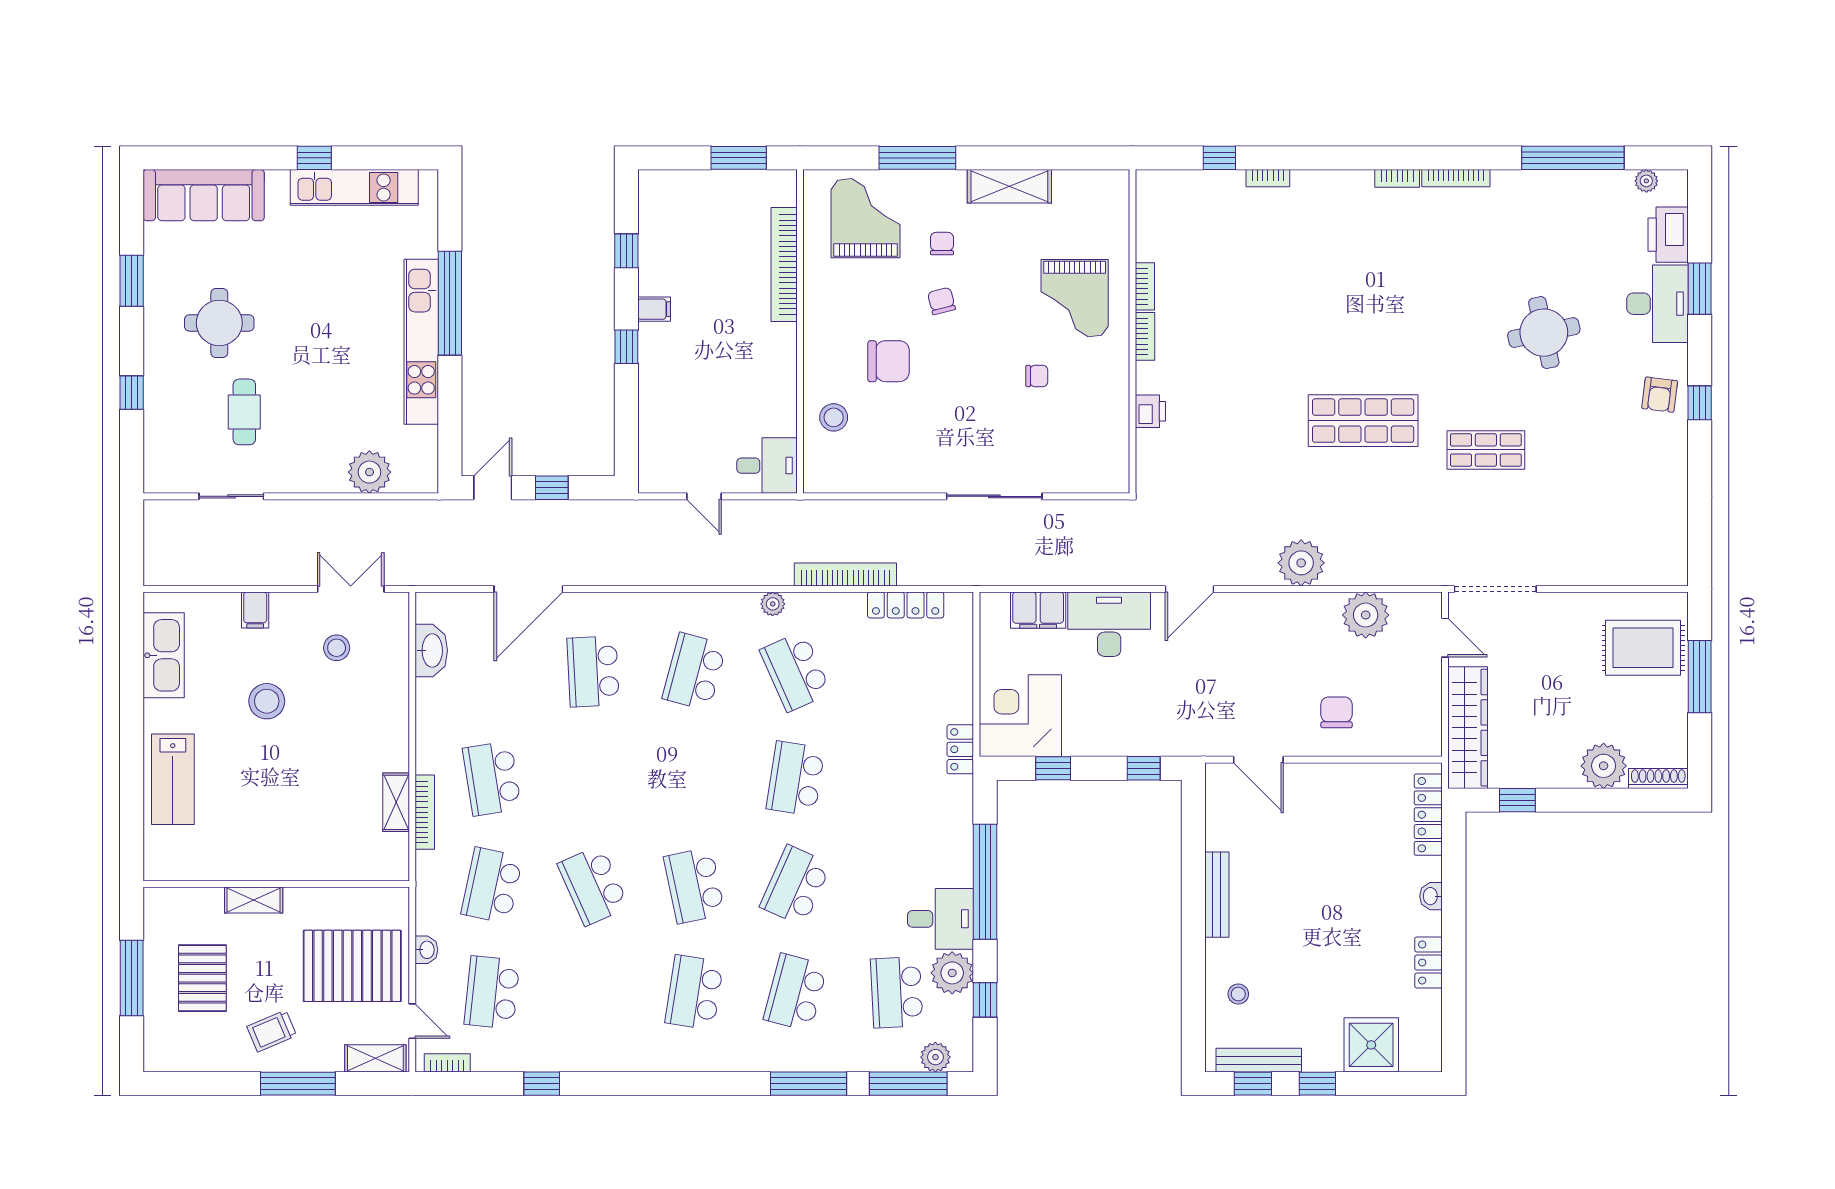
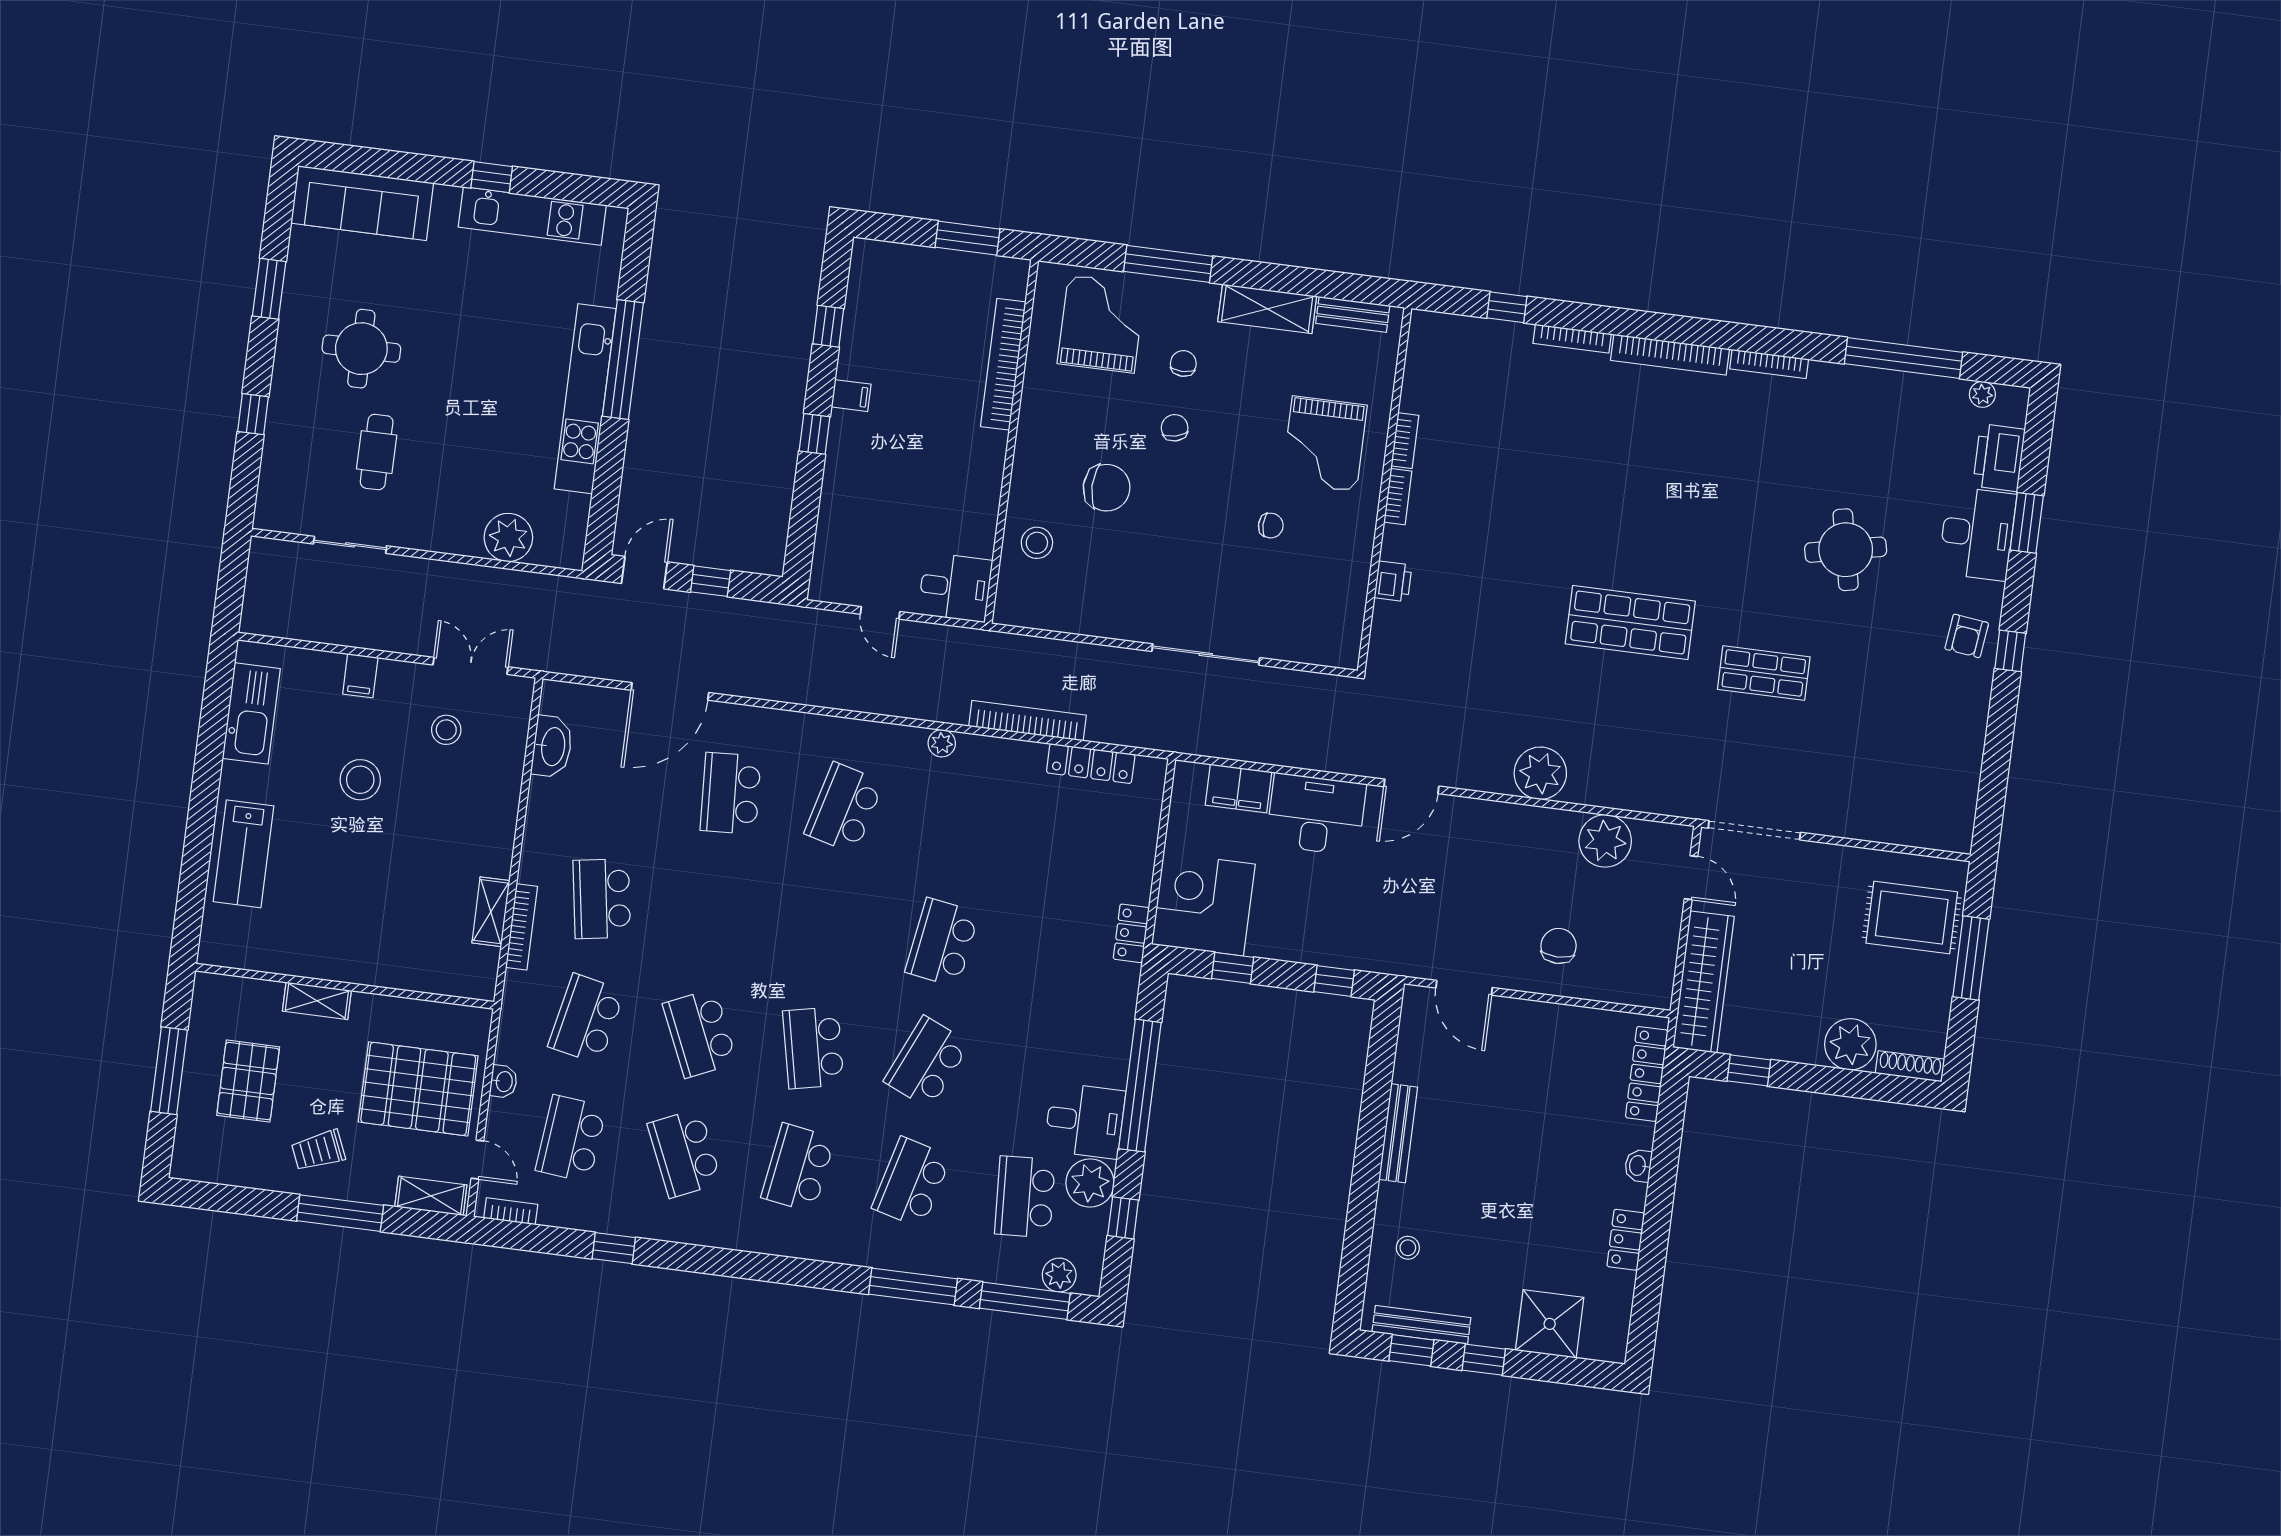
bookcase: (1268, 178) -> (1572, 339), width x1.56
bookcase: (1397, 178) -> (1670, 355), width x2.31, depth x1.31
bench: (1085, 182) -> (1353, 314), added
school desk: (795, 672) -> (684, 1153), moved

